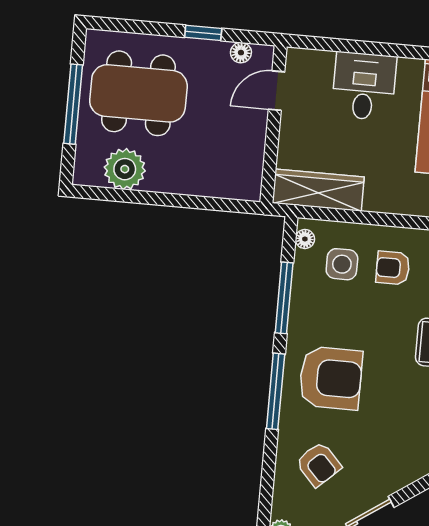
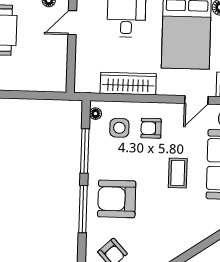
wardrobe: (318, 190) -> (128, 84), moved
armchair: (331, 378) -> (117, 199), turned 180

